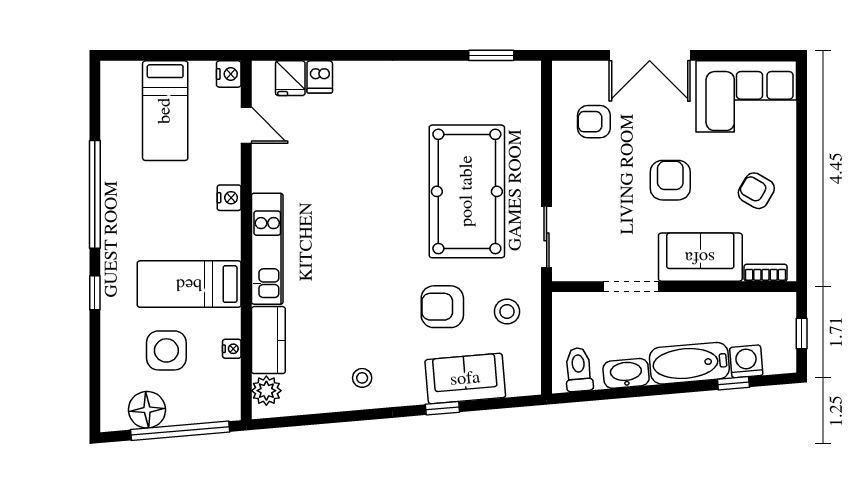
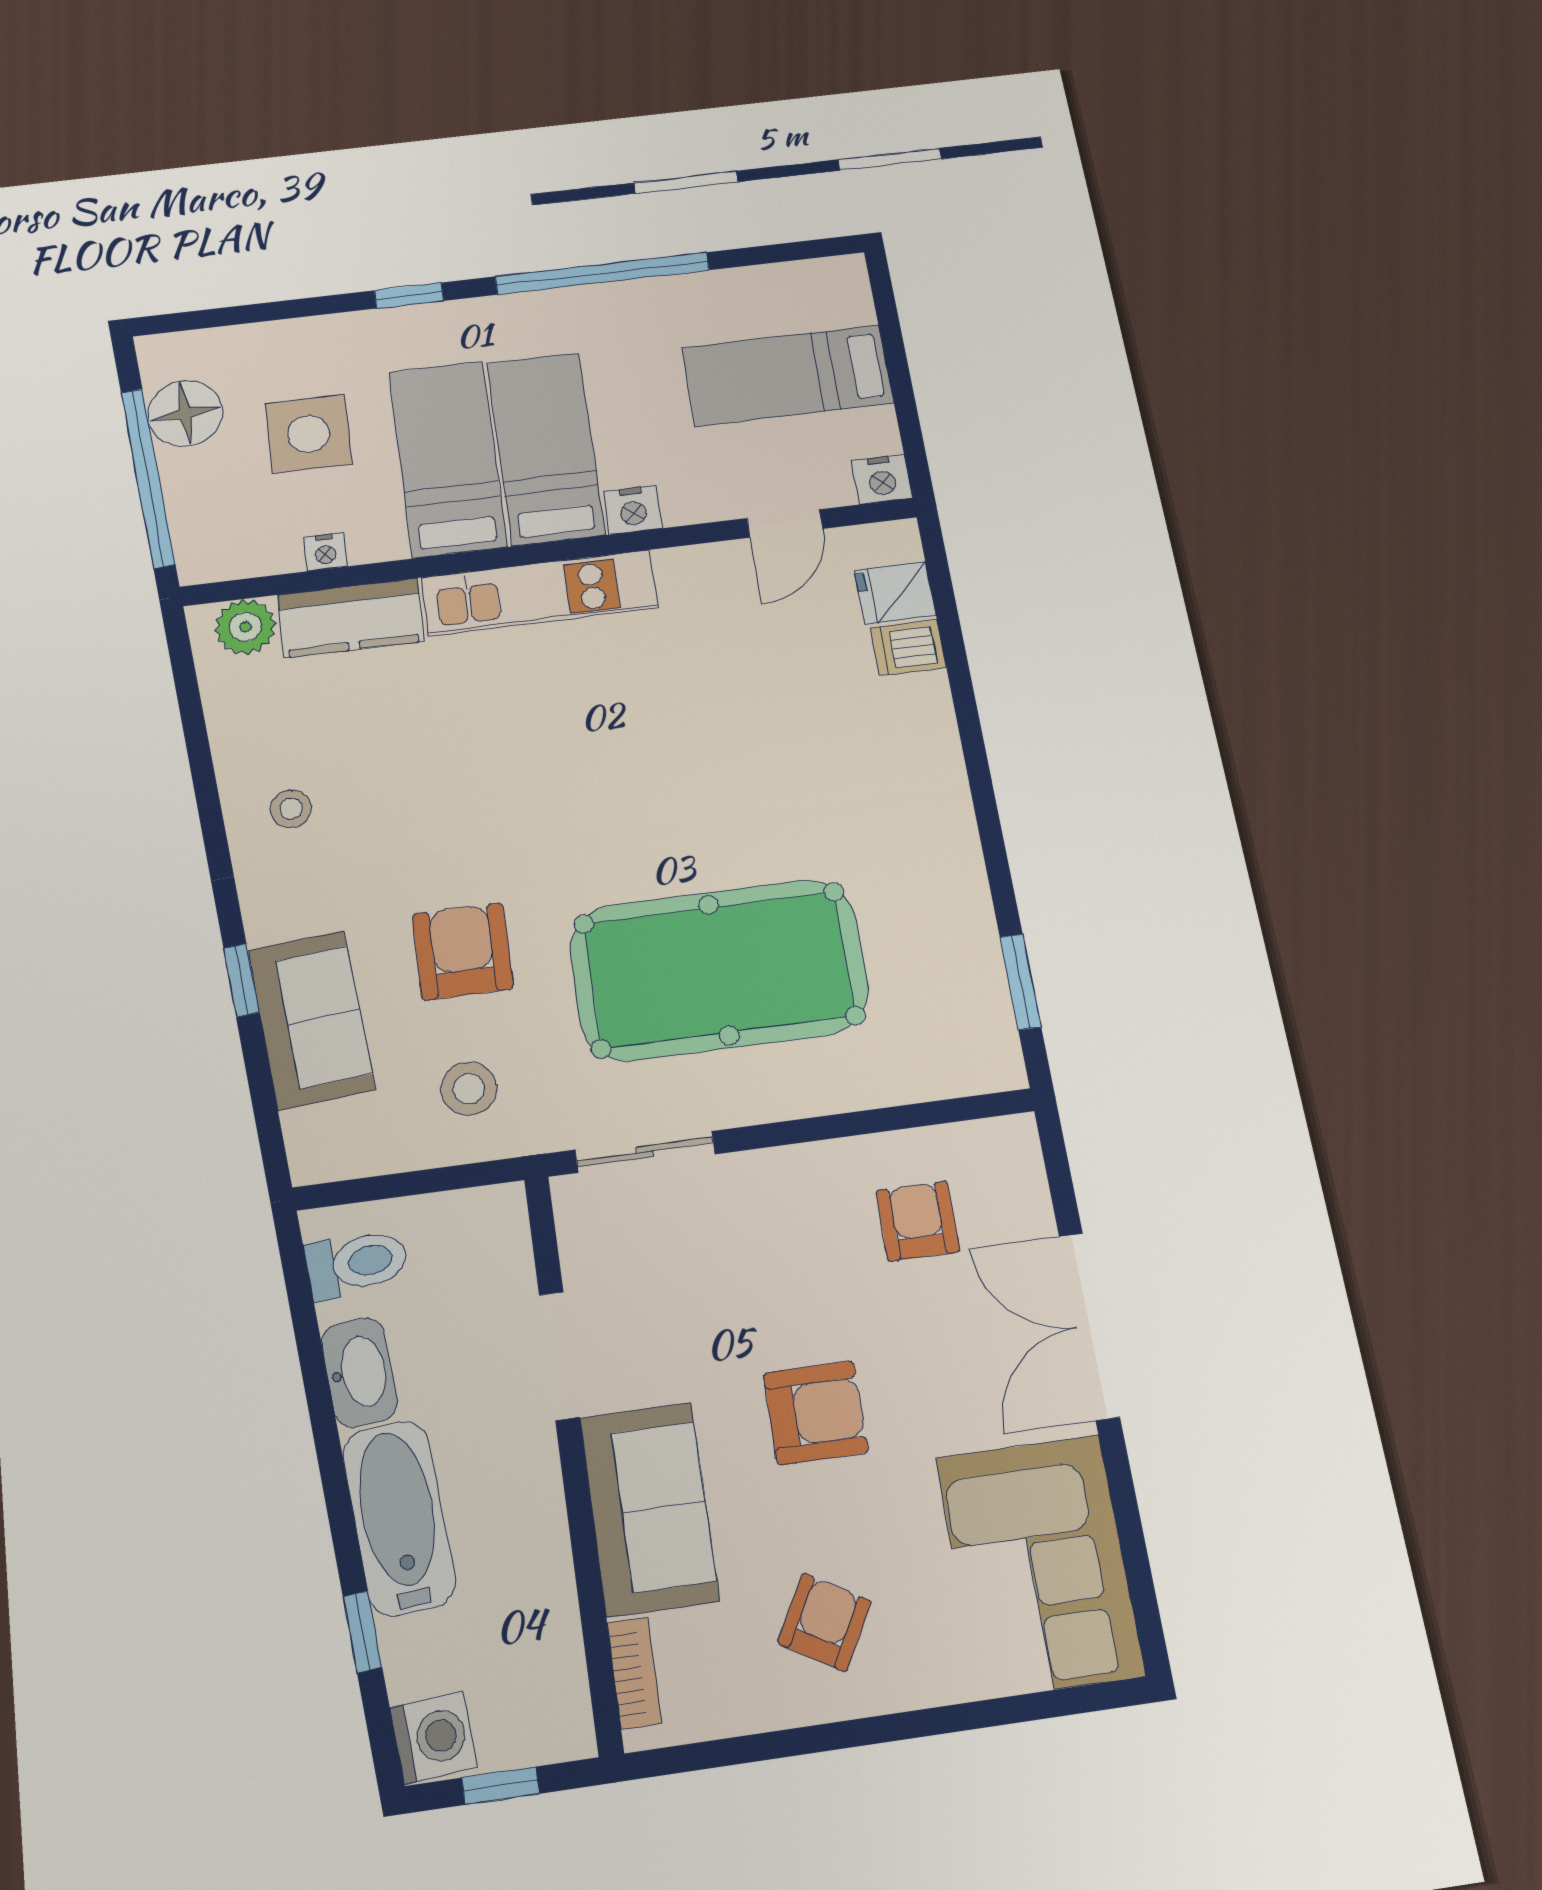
bed: (190, 236) -> (546, 448), added
washing machine: (746, 361) -> (434, 1737), moved

